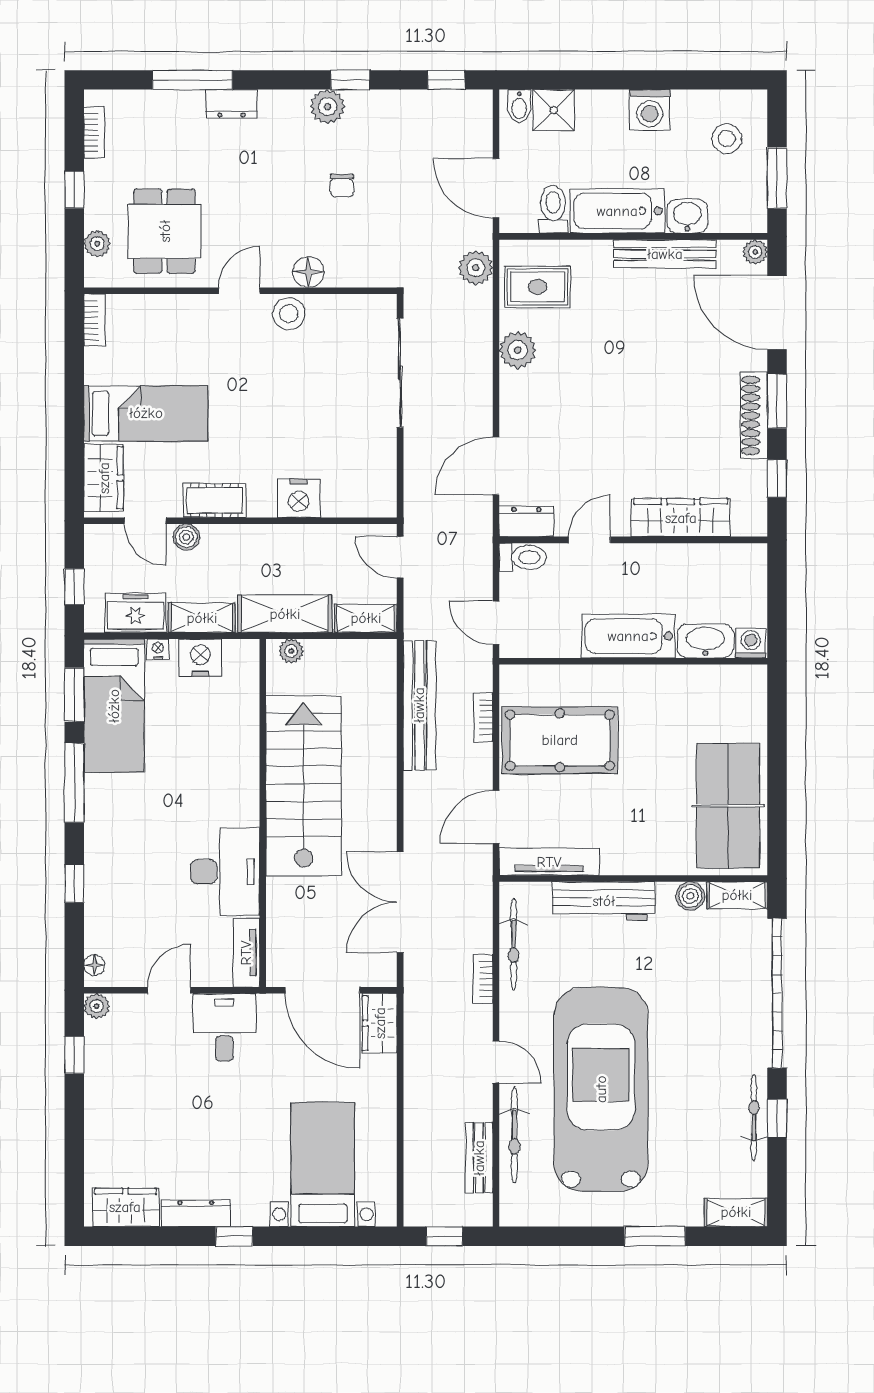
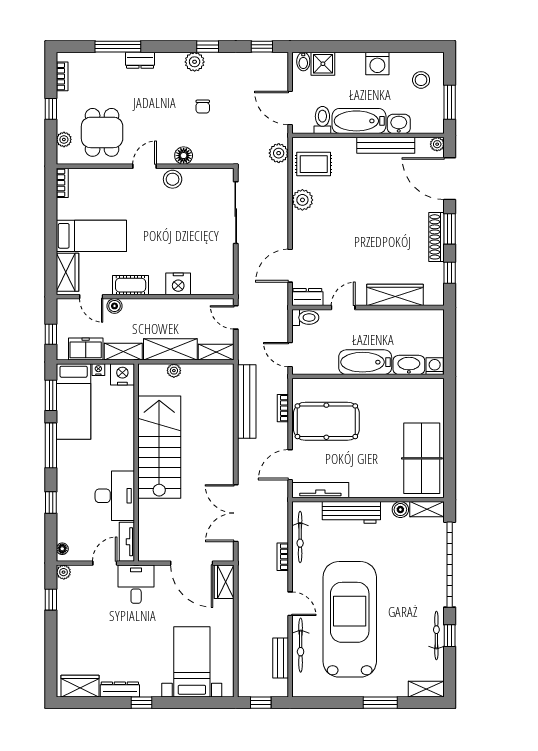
stairs: (304, 786) -> (159, 447), moved
wall: (263, 813) -> (136, 462), moved
desk: (225, 872) -> (115, 496), moved
tv unit: (246, 953) -> (127, 542), moved

